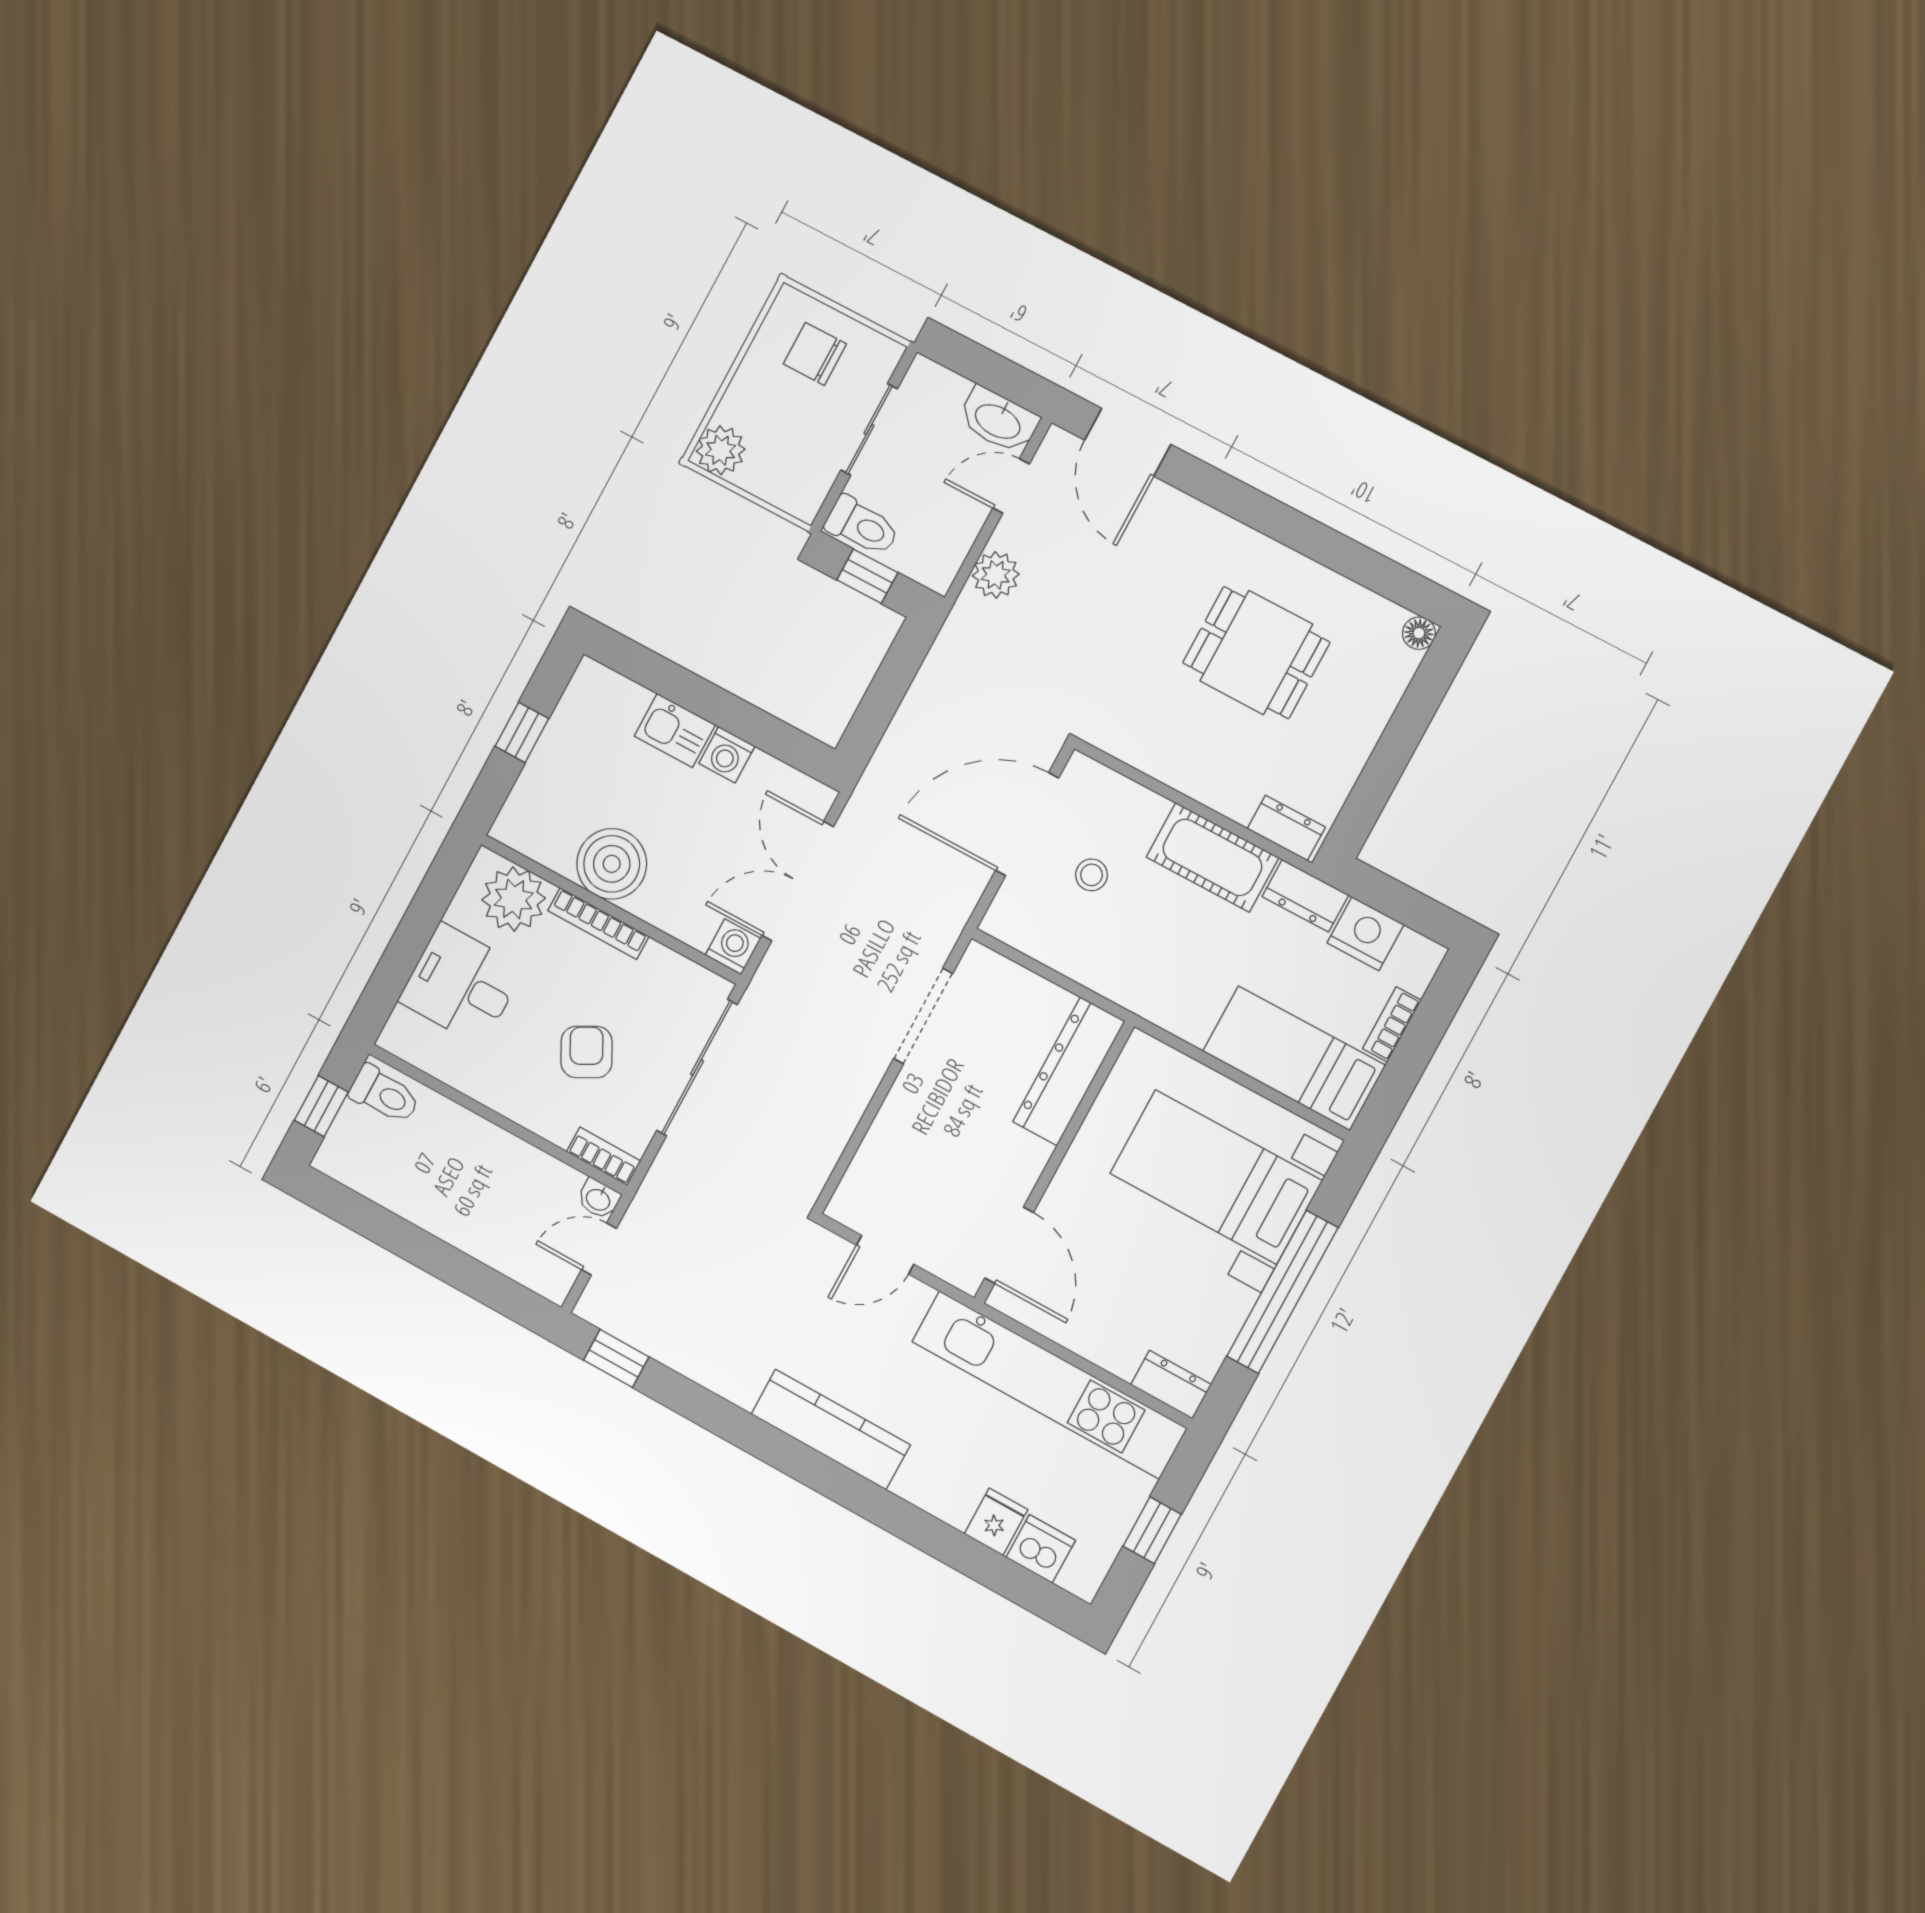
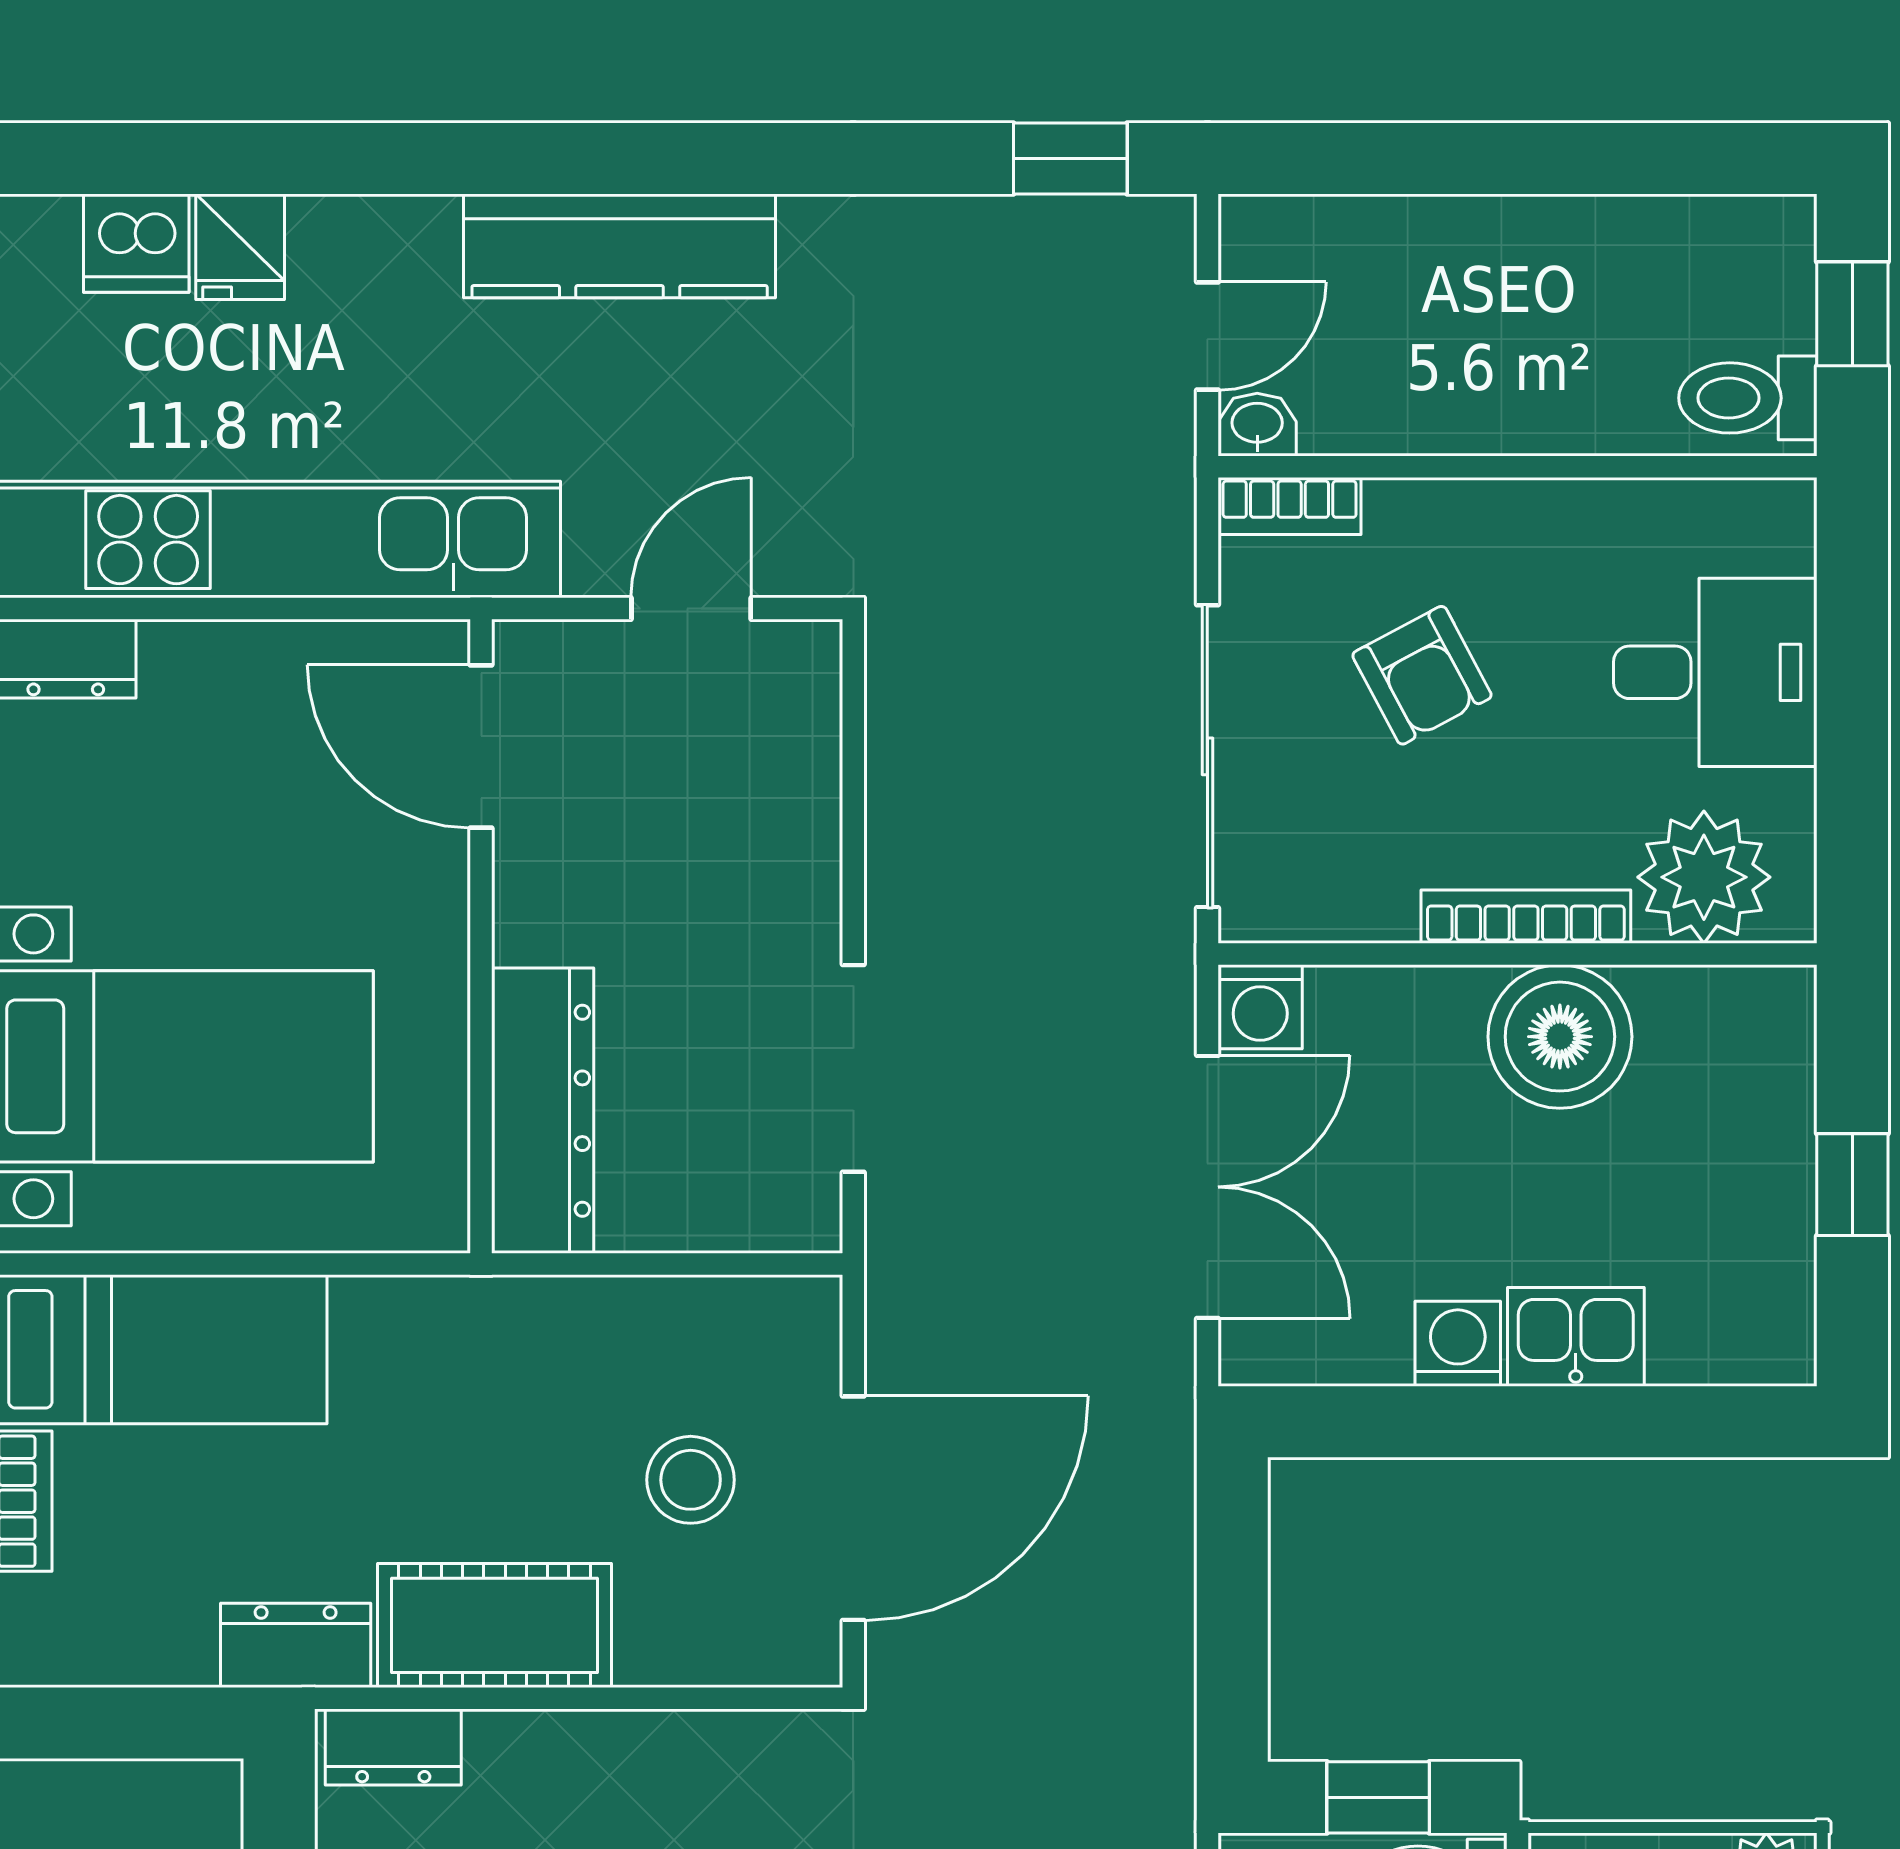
stool: (1091, 875) -> (691, 1480), width x1.37, depth x1.37
nightstand: (1365, 934) -> (155, 1635), removed

